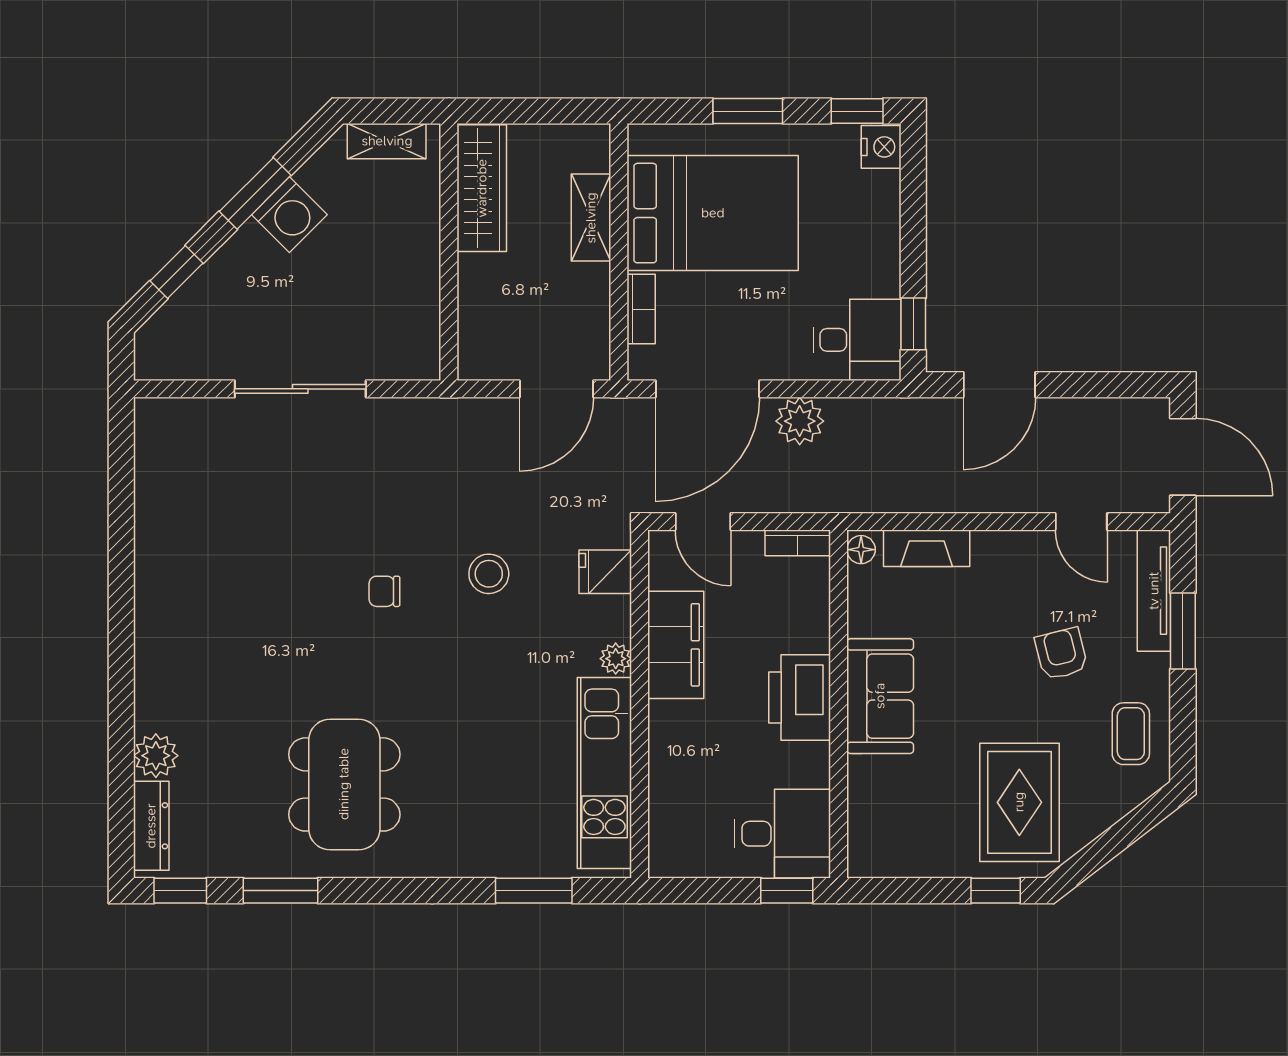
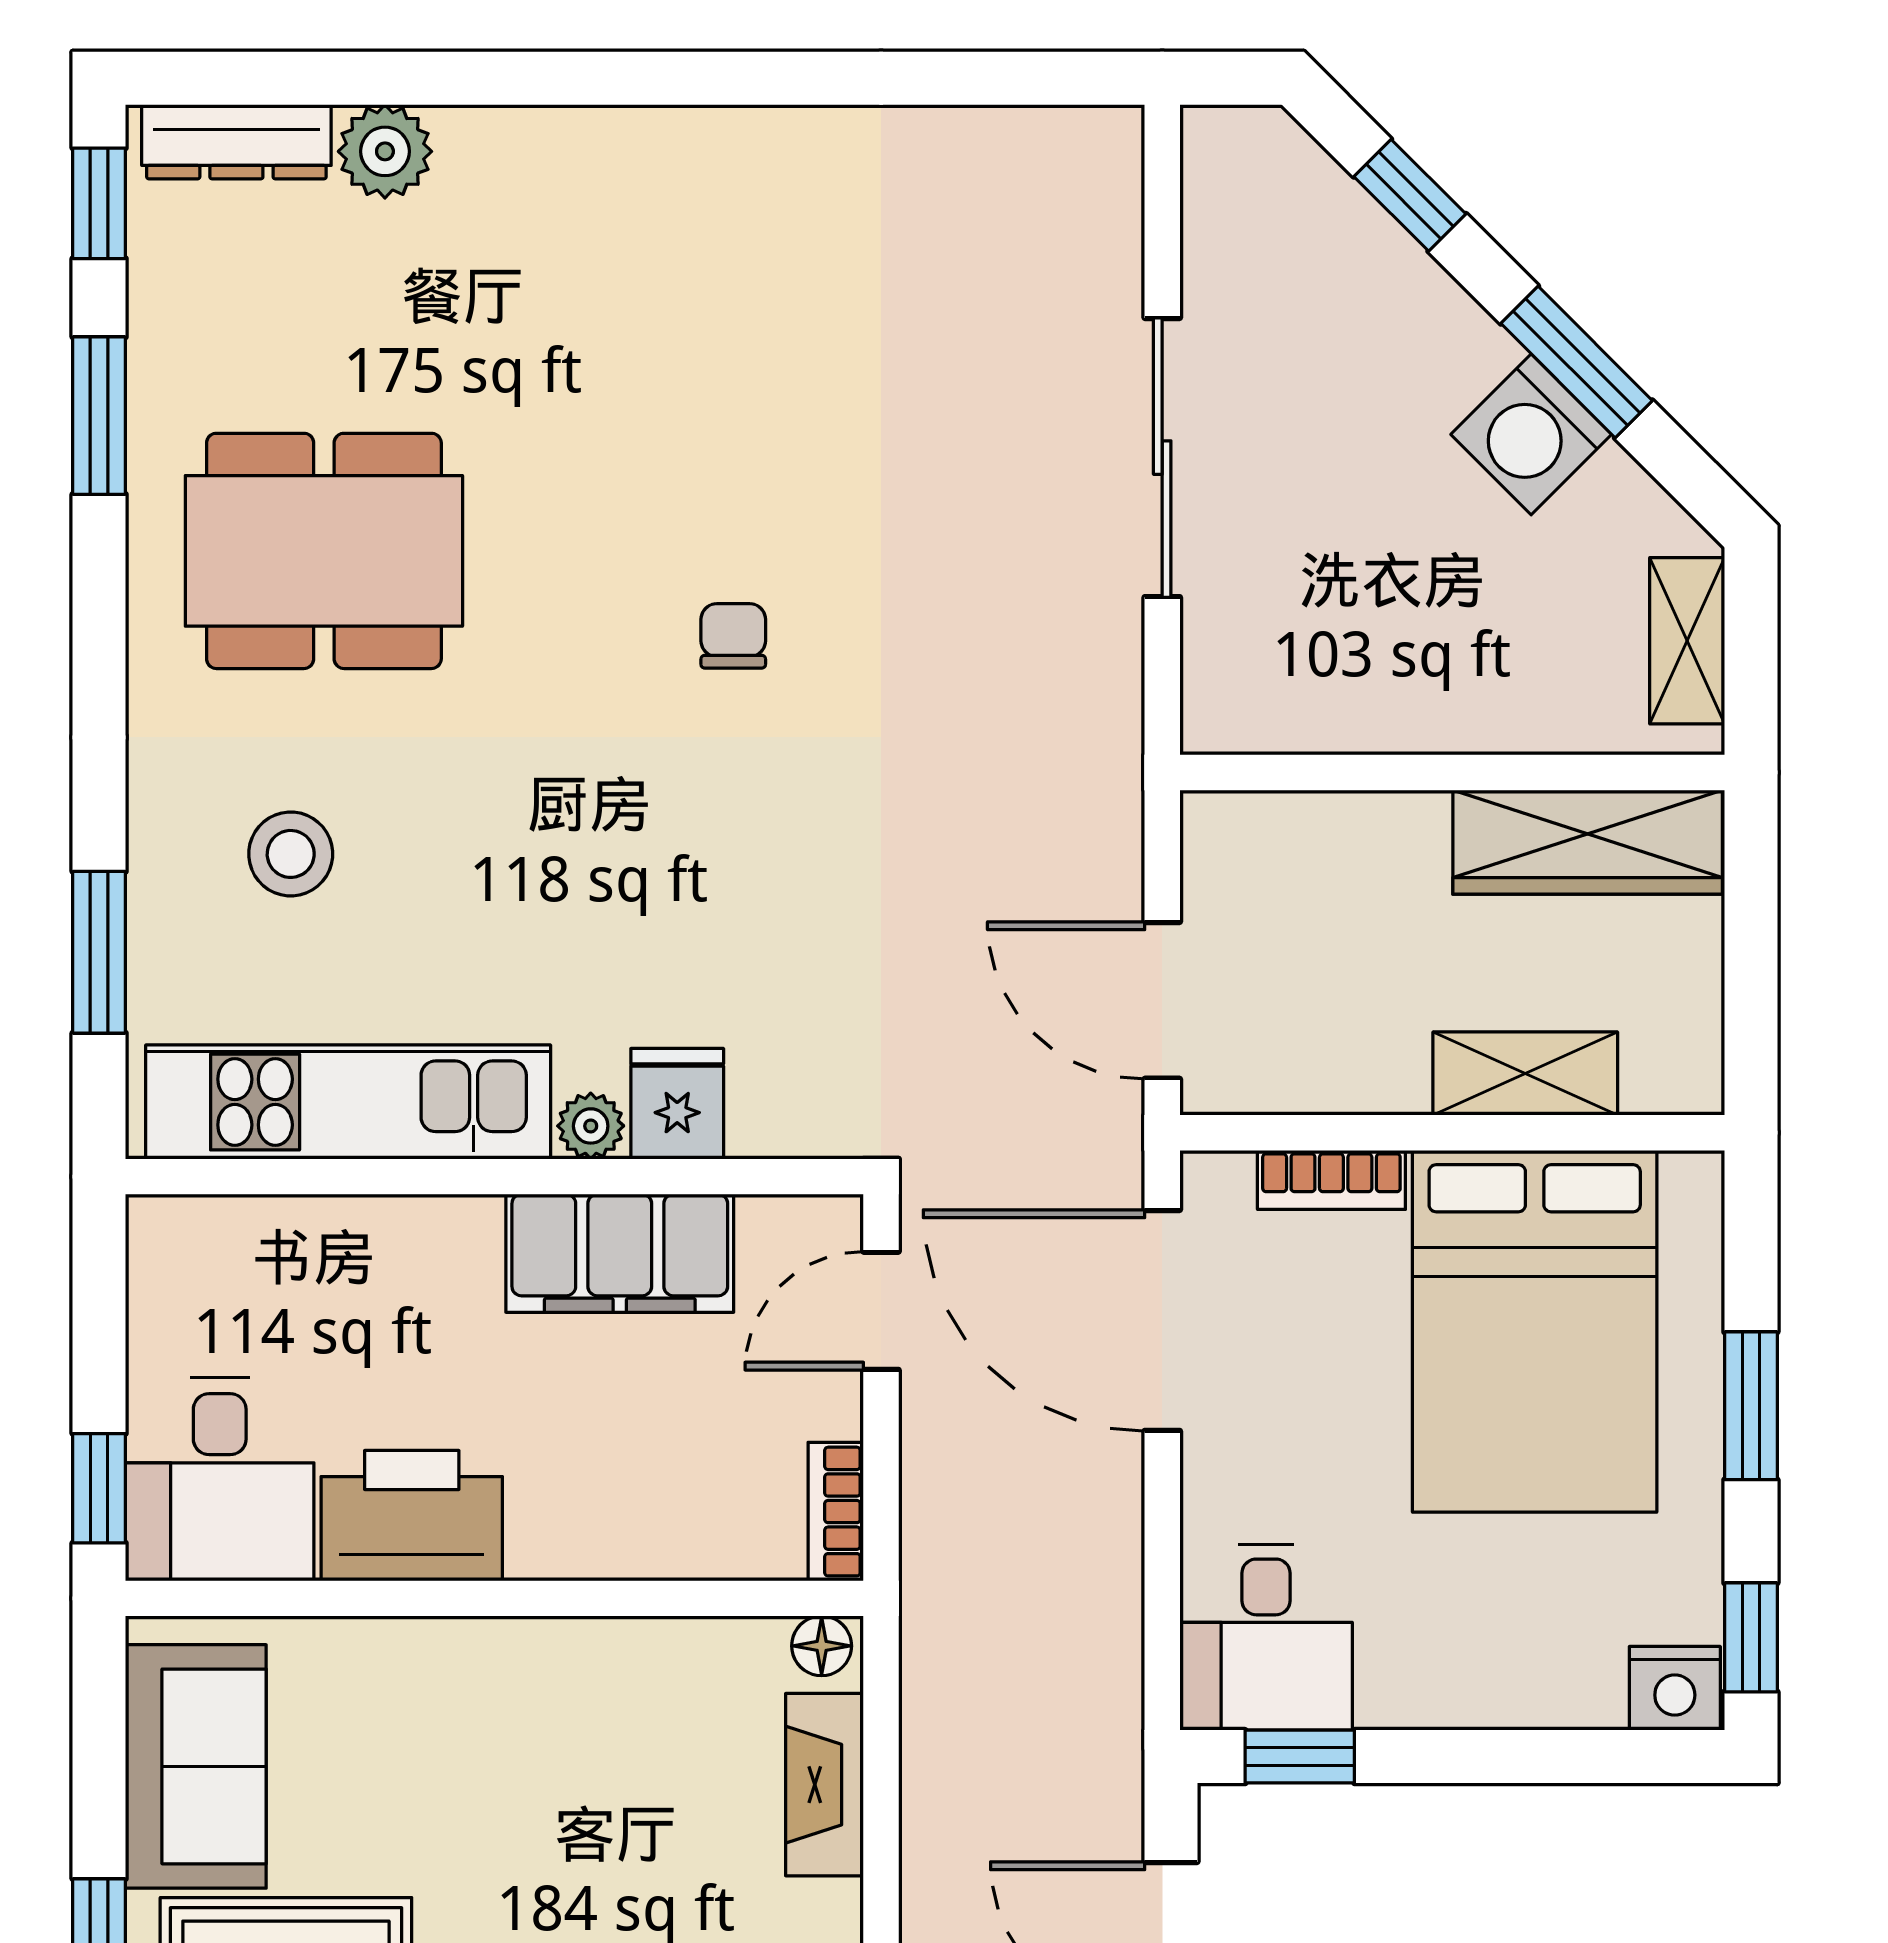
plant: (800, 421) -> (1094, 1516), removed
fridge: (605, 572) -> (677, 1104), moved
stool: (489, 574) -> (291, 854), moved
sofa: (880, 696) -> (196, 1766), moved, turned -90
printer: (800, 697) -> (412, 1516), moved

